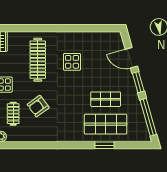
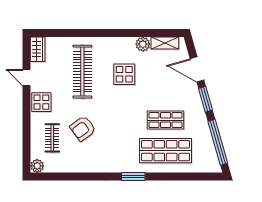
shelving: (105, 36) -> (165, 43), added
plant: (87, 37) -> (143, 44), added
window: (105, 145) -> (133, 176), moved

